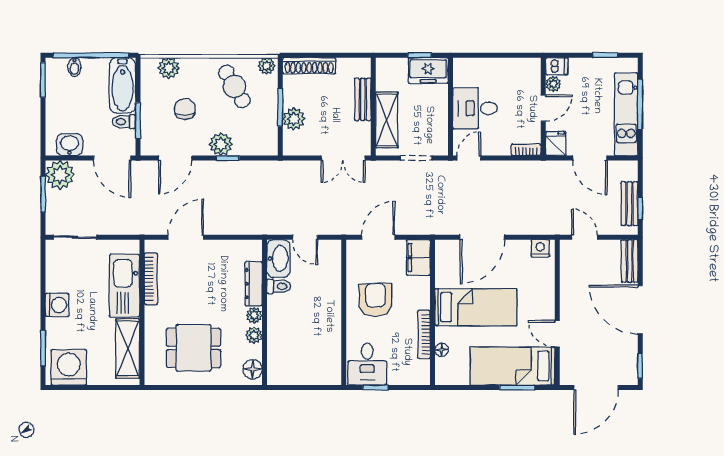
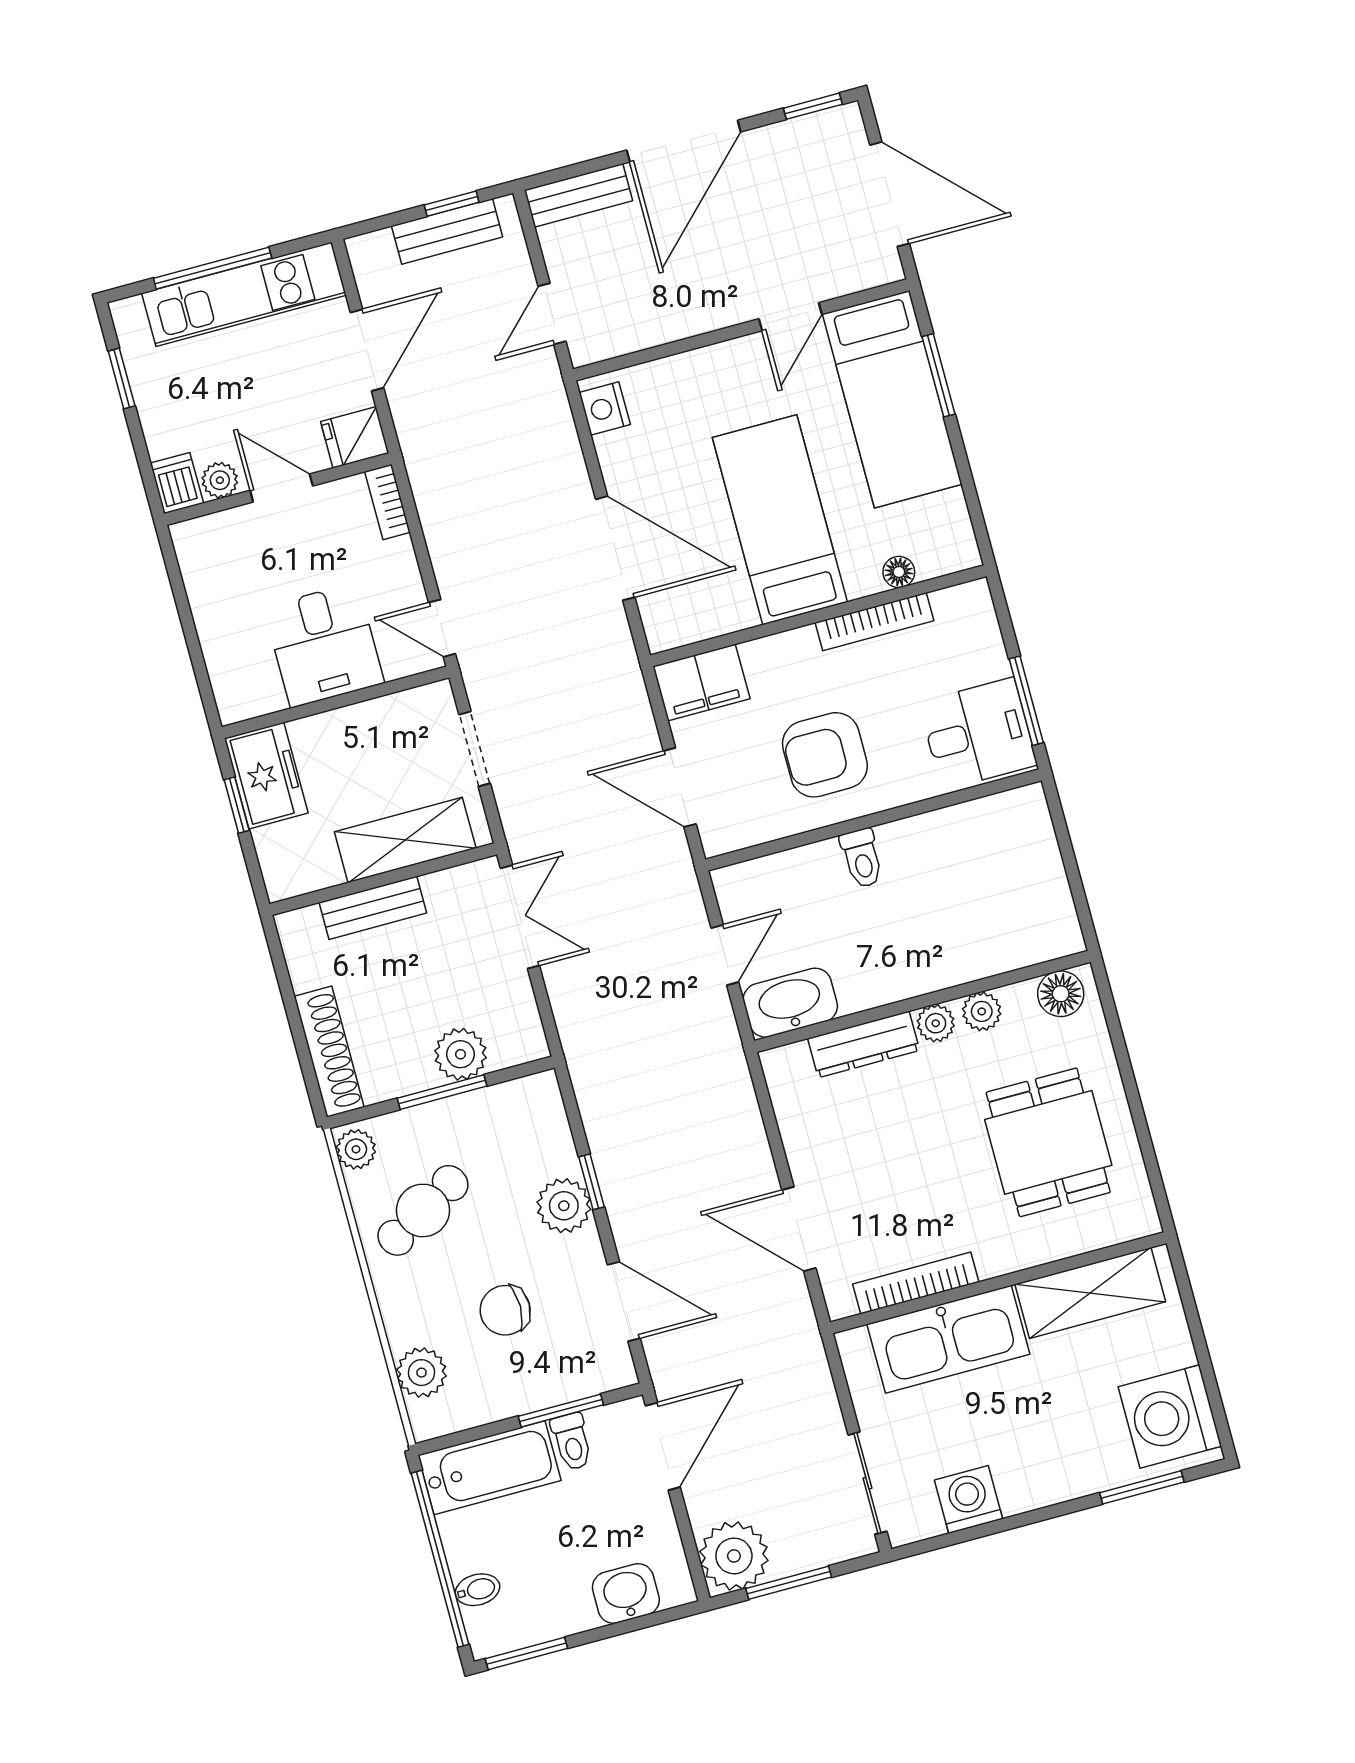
washbasin: (70, 145) -> (626, 1594), moved, turned 90
toilet: (279, 286) -> (862, 858), moved, turned 180
washing machine: (57, 305) -> (969, 1499), moved
window: (375, 387) -> (1026, 701), width x1.50

